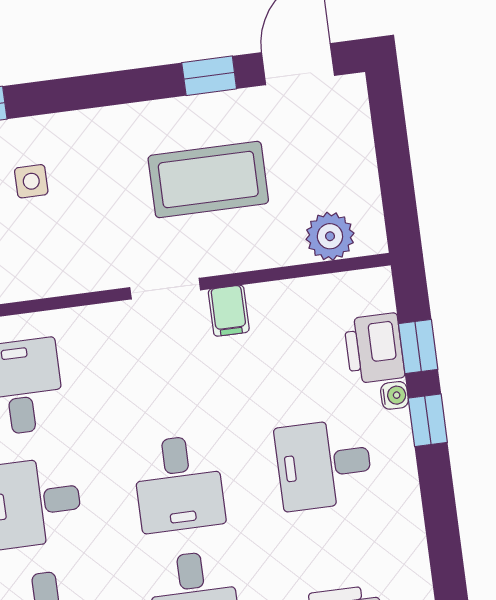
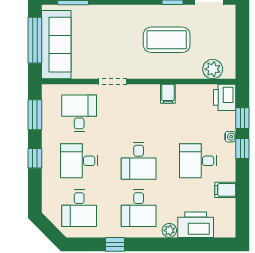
side table: (31, 181) -> (95, 31), removed
doorway: (165, 289) -> (113, 81), moved
printer: (374, 348) -> (225, 97), moved
filing cabinet: (399, 527) -> (225, 190), added

